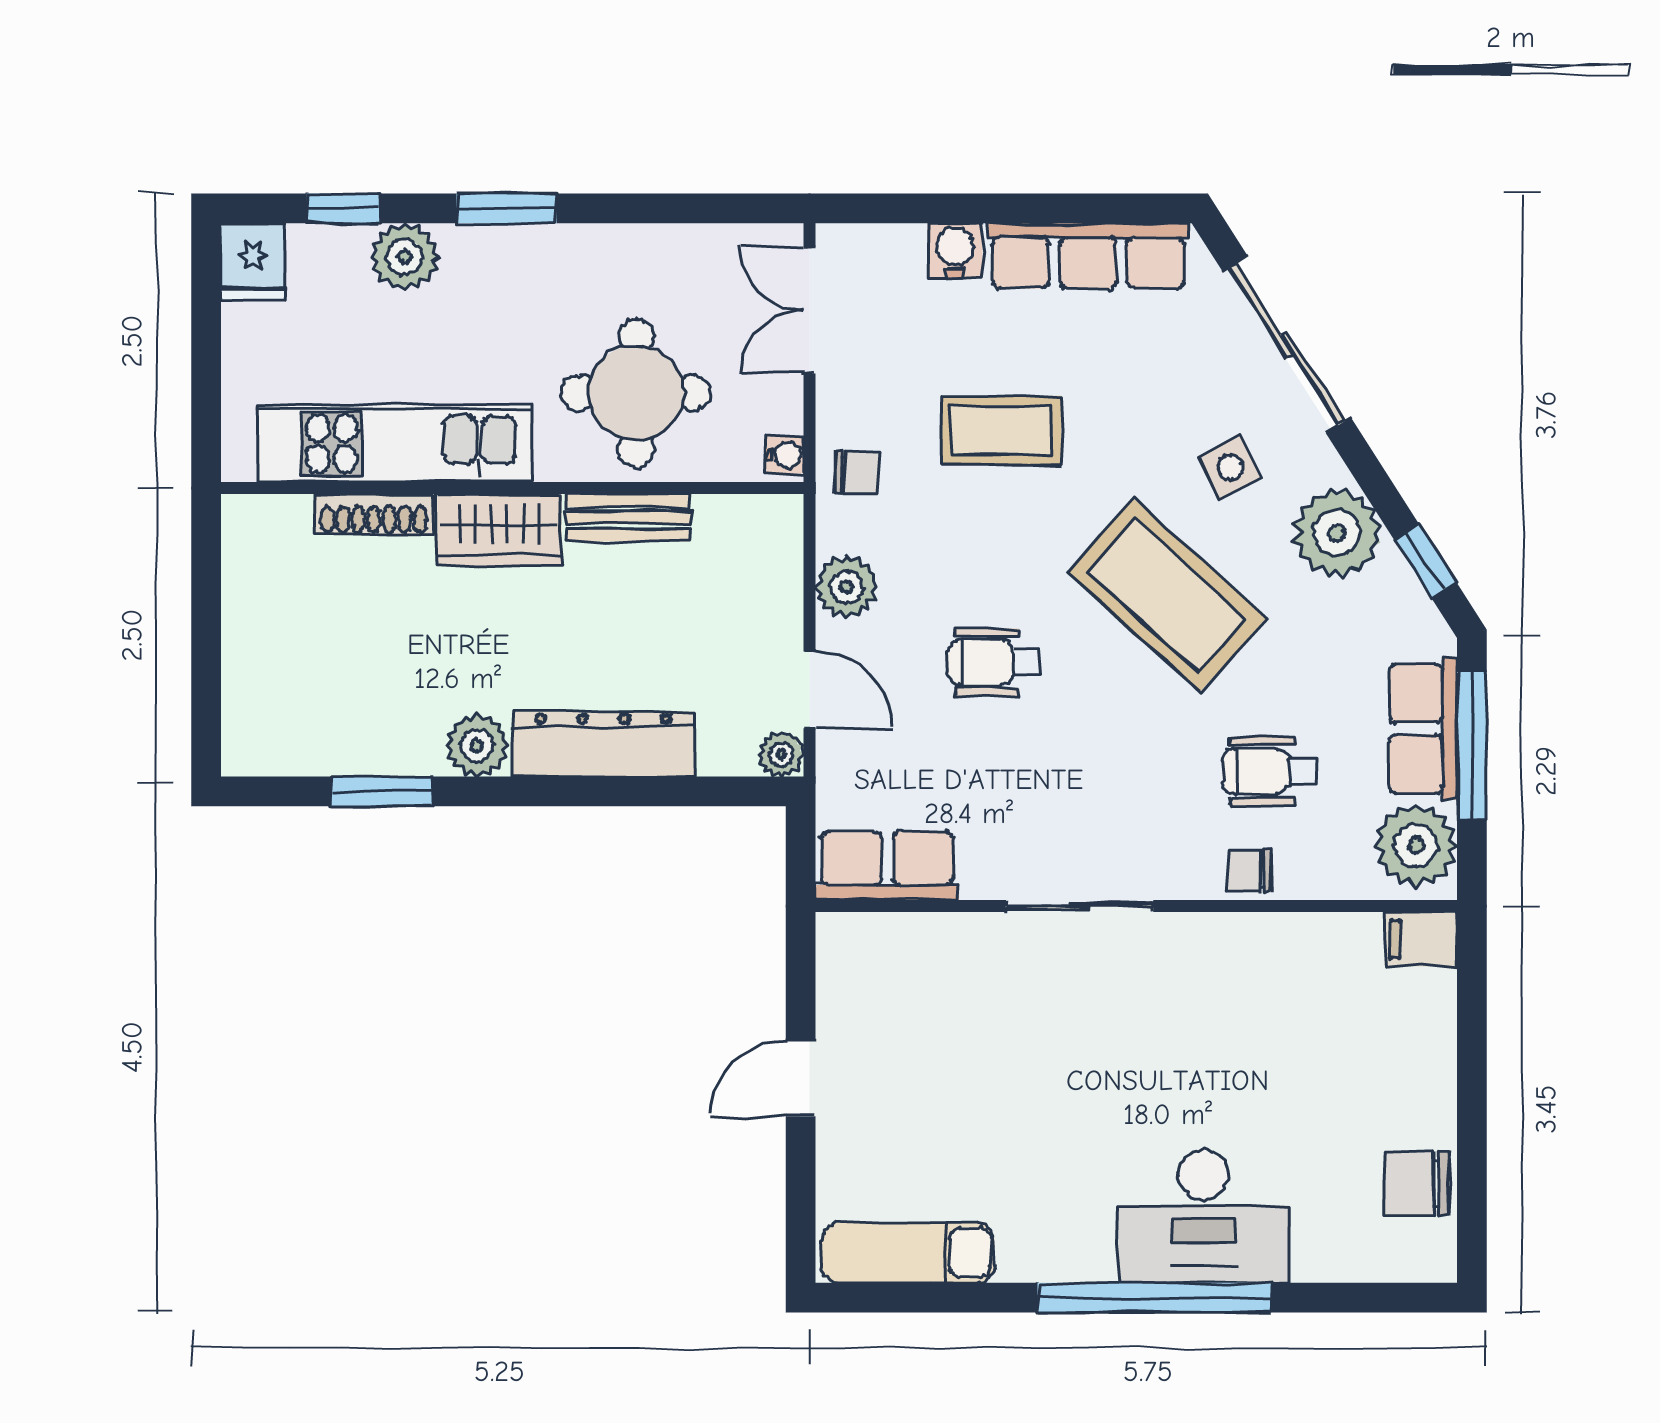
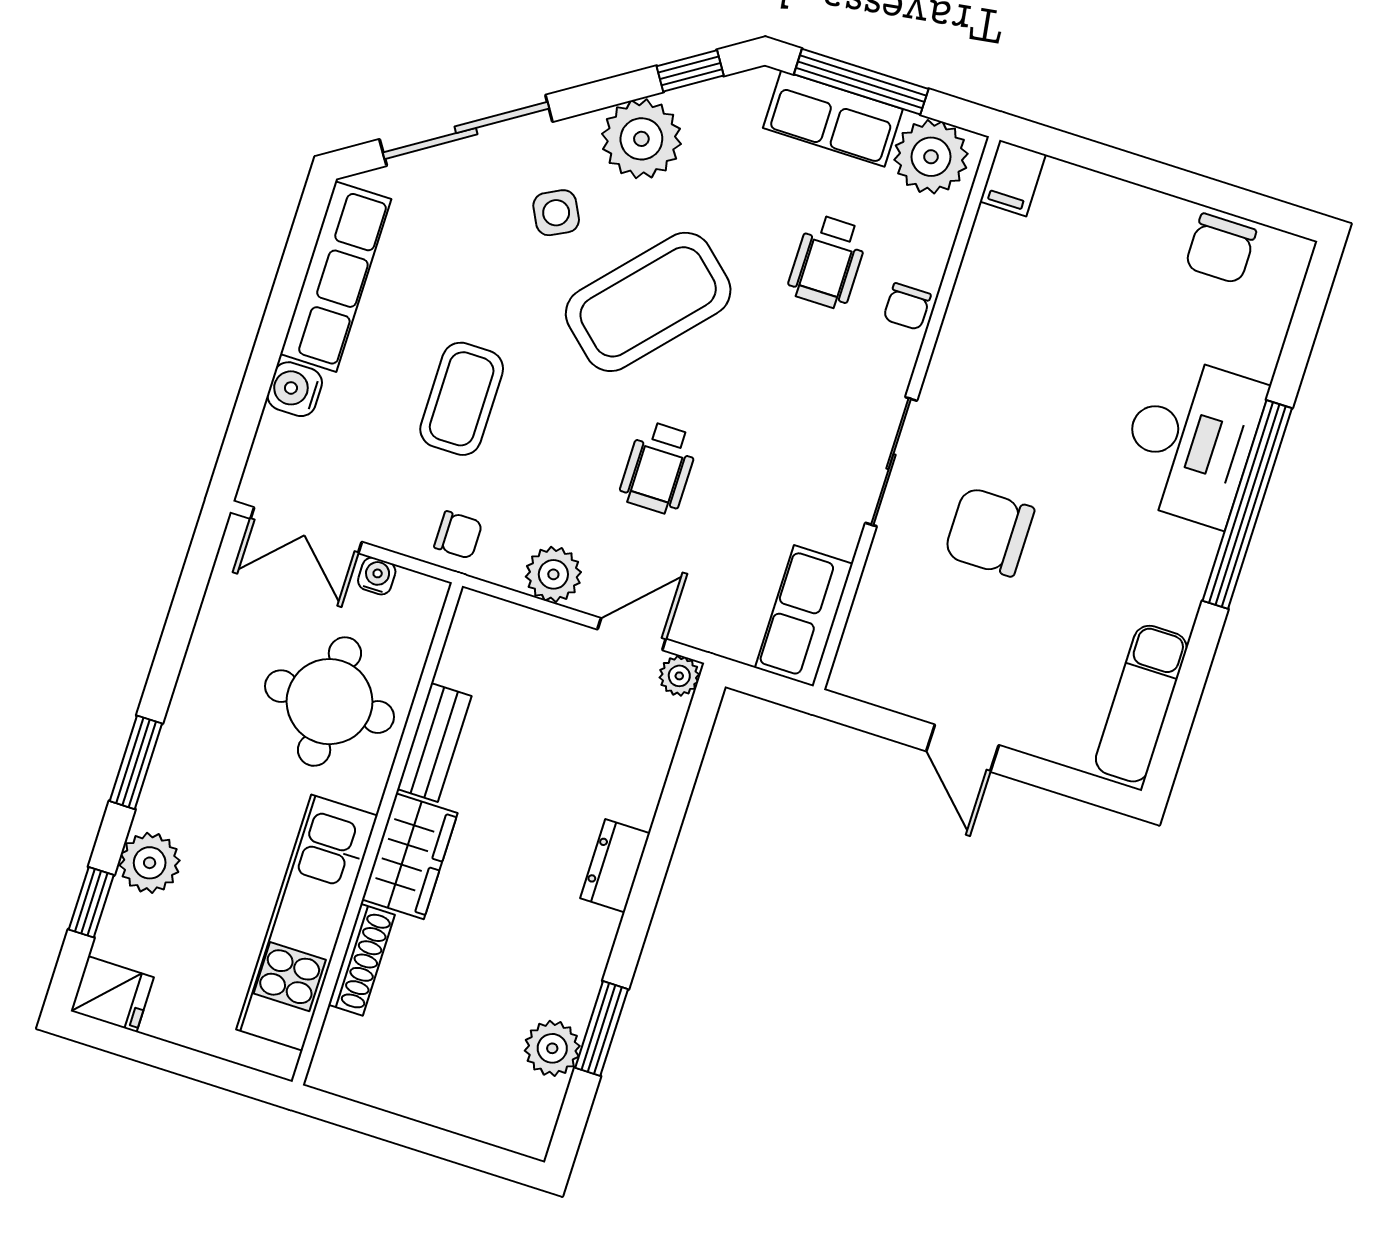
water cooler: (785, 455) -> (377, 576), moved
chair: (856, 473) -> (458, 535), turned 88
dresser: (603, 744) -> (615, 866), width x0.51, depth x0.80
plant: (477, 746) -> (552, 1048), moved
chair: (1039, 1034) -> (989, 532), added

